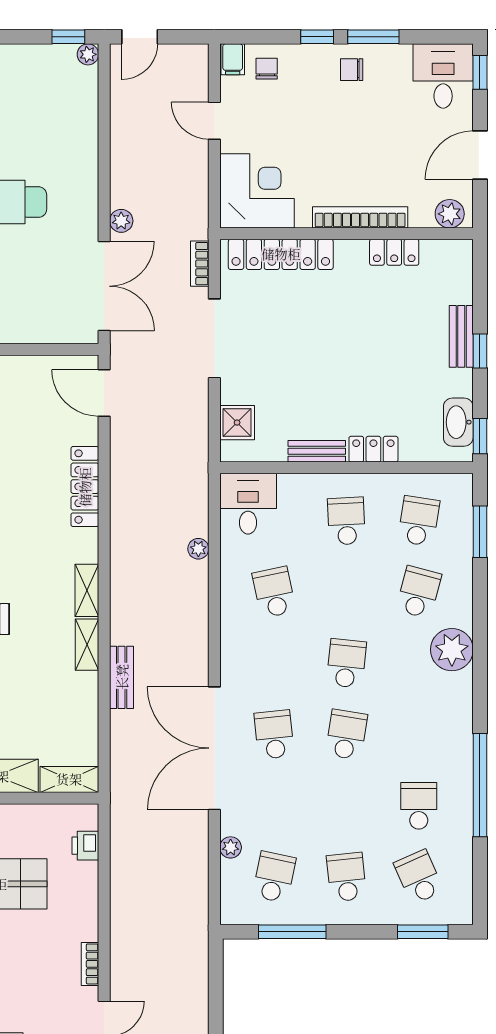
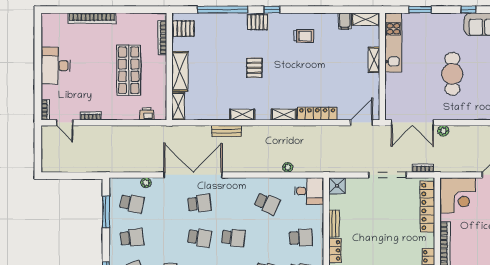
shower: (237, 423) -> (337, 186), moved
shelving: (87, 590) -> (284, 114), moved
school desk: (274, 592) -> (267, 203), turned 36

